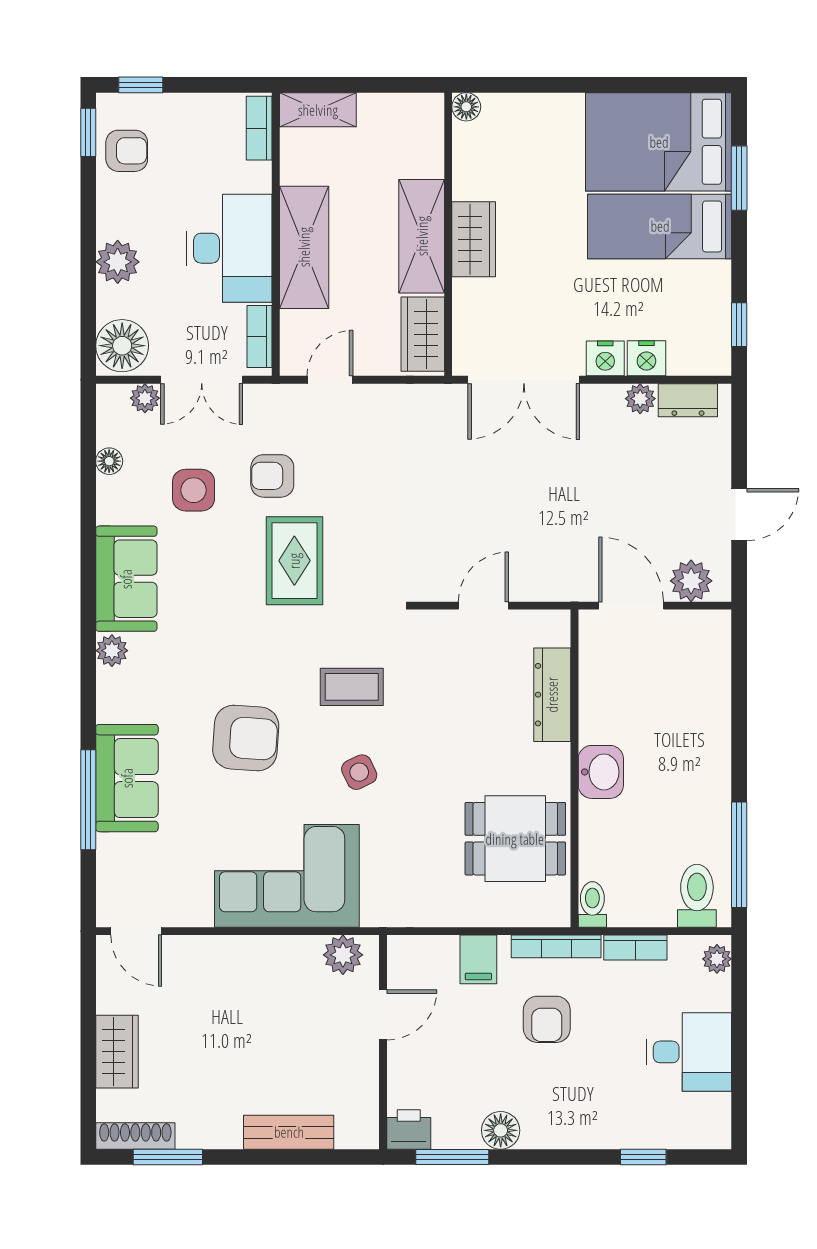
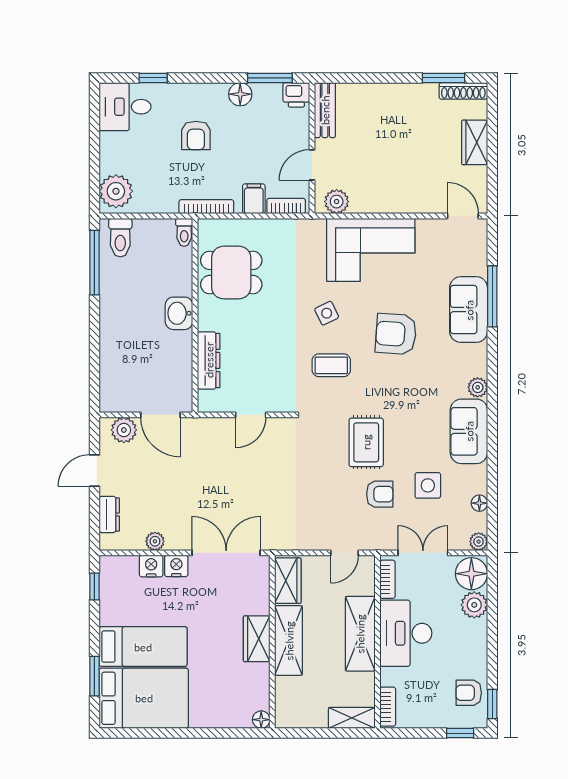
plant: (118, 262) -> (474, 605), moved
plant: (145, 398) -> (479, 542), moved
dresser: (688, 400) -> (109, 514), moved, turned 90
bookcase: (635, 948) -> (286, 206), moved
plant: (717, 959) -> (116, 191), width x1.88, depth x1.88
armchair: (547, 1019) -> (196, 135), moved, turned 180
desk: (689, 1052) -> (125, 107), moved
bench: (289, 1132) -> (325, 110), moved, turned 90

